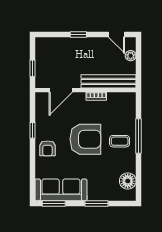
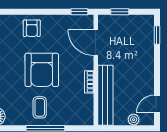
window: (78, 34) -> (157, 35), moved
window: (32, 130) -> (79, 12), moved
armchair: (47, 148) -> (32, 28), turned -90

